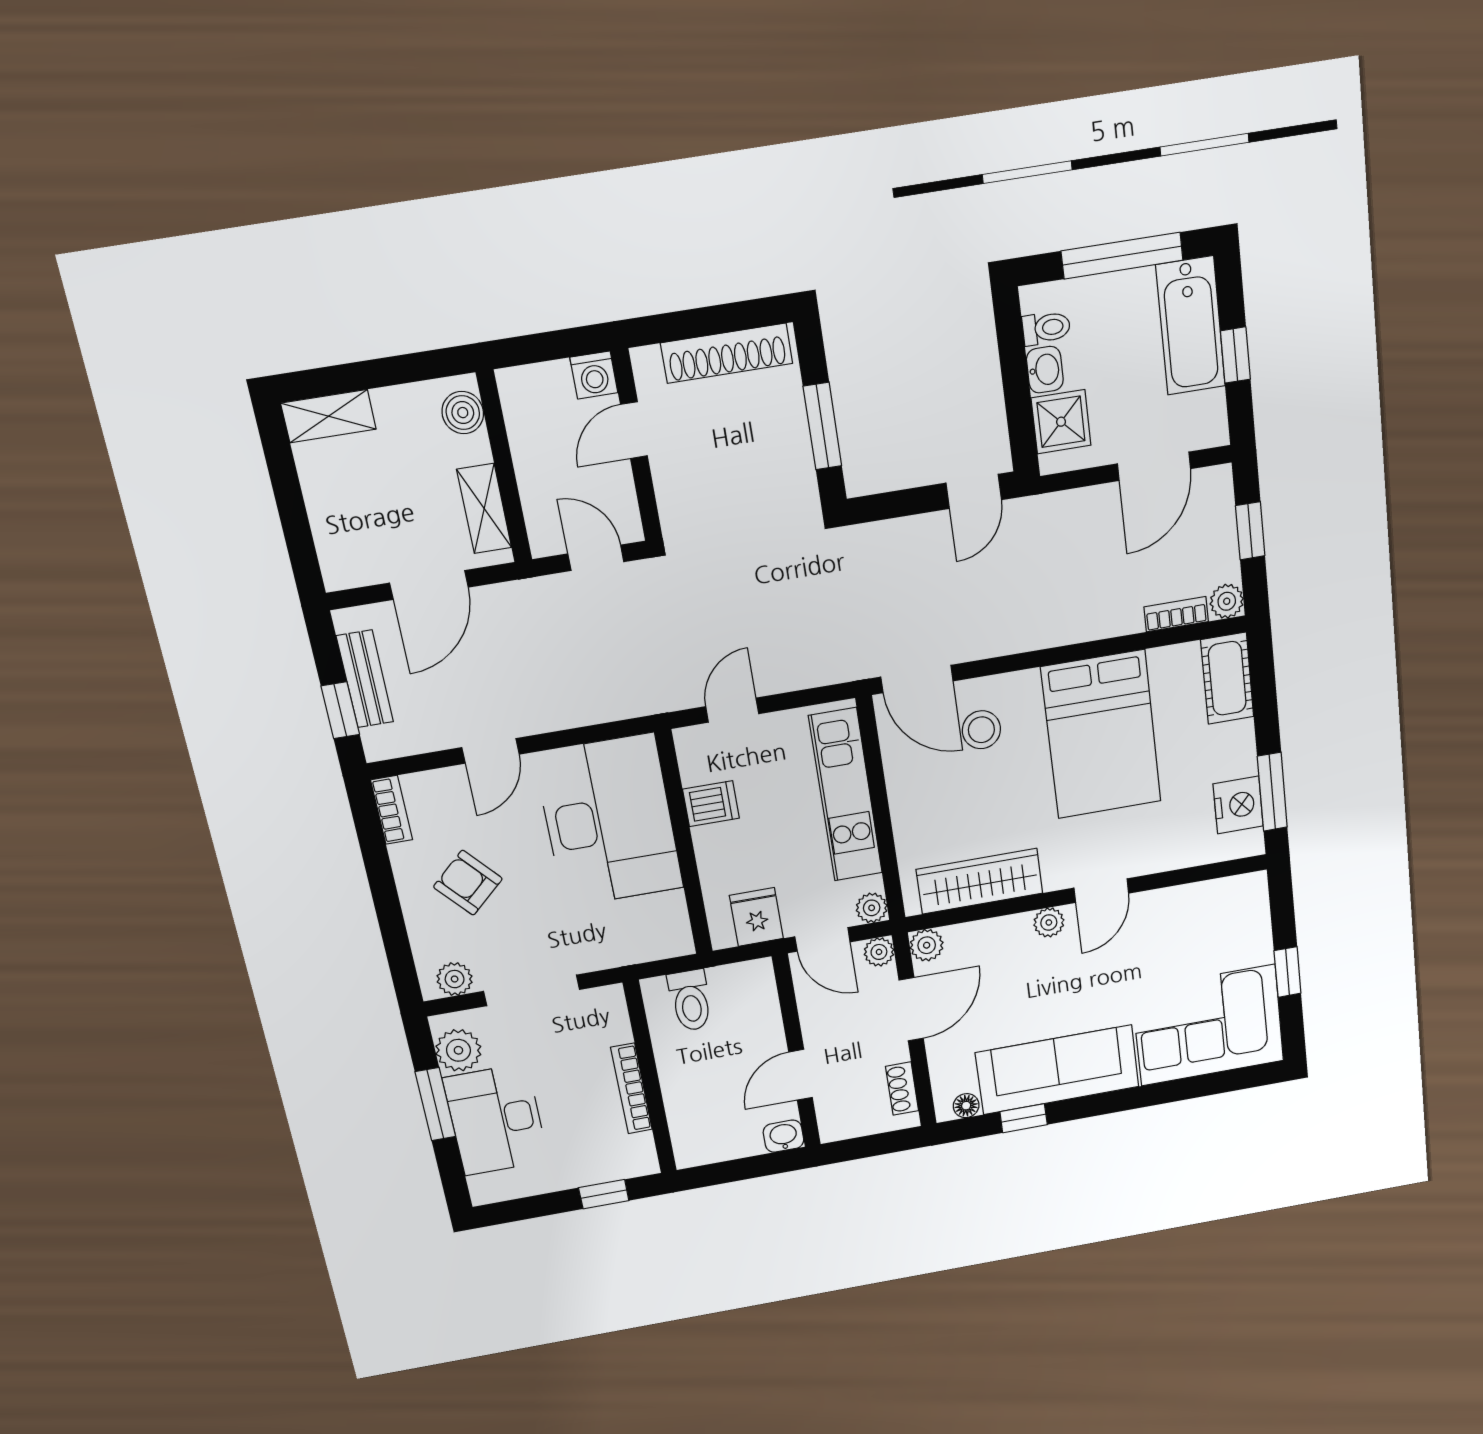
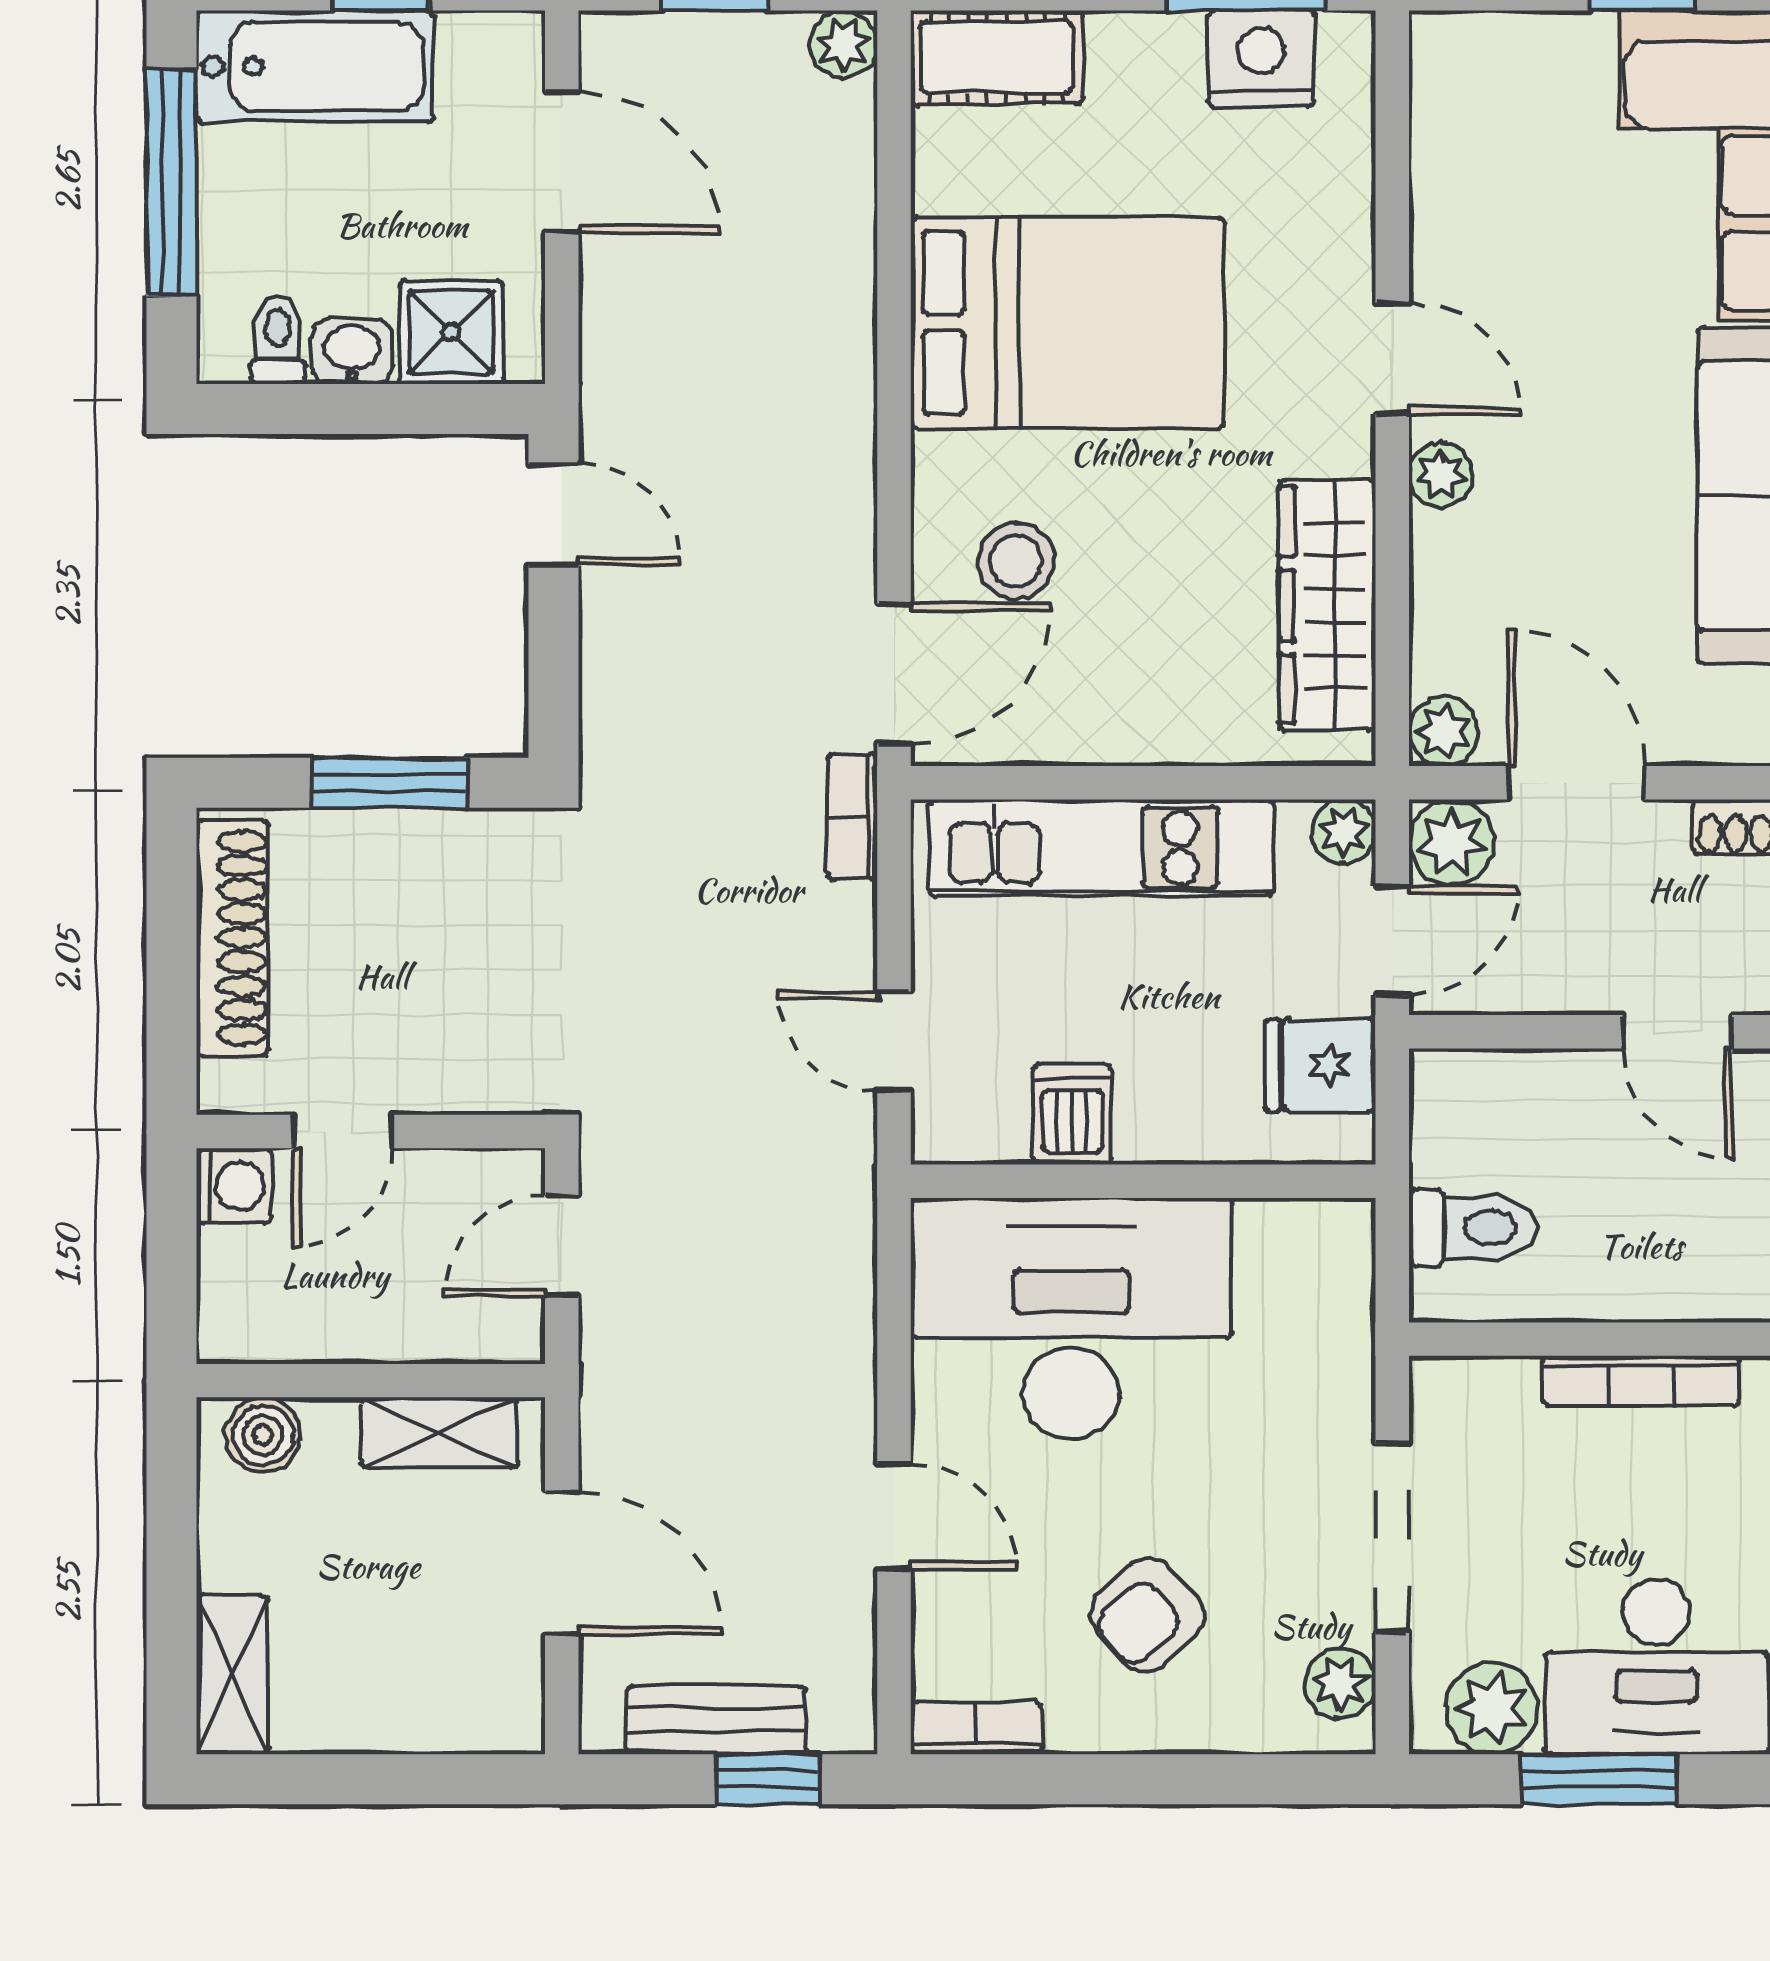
door: (634, 430) -> (342, 1132), hinge flipped
bookcase: (1176, 614) -> (852, 817), moved
plant: (879, 952) -> (1452, 842), width x1.38, depth x1.38

